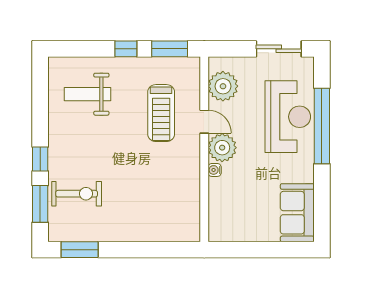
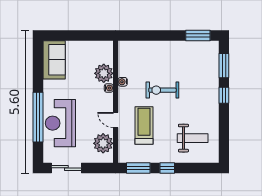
plant: (222, 148) -> (104, 73), moved
water cooler: (193, 179) -> (123, 82), added
exercise bike: (77, 194) -> (162, 90), moved

